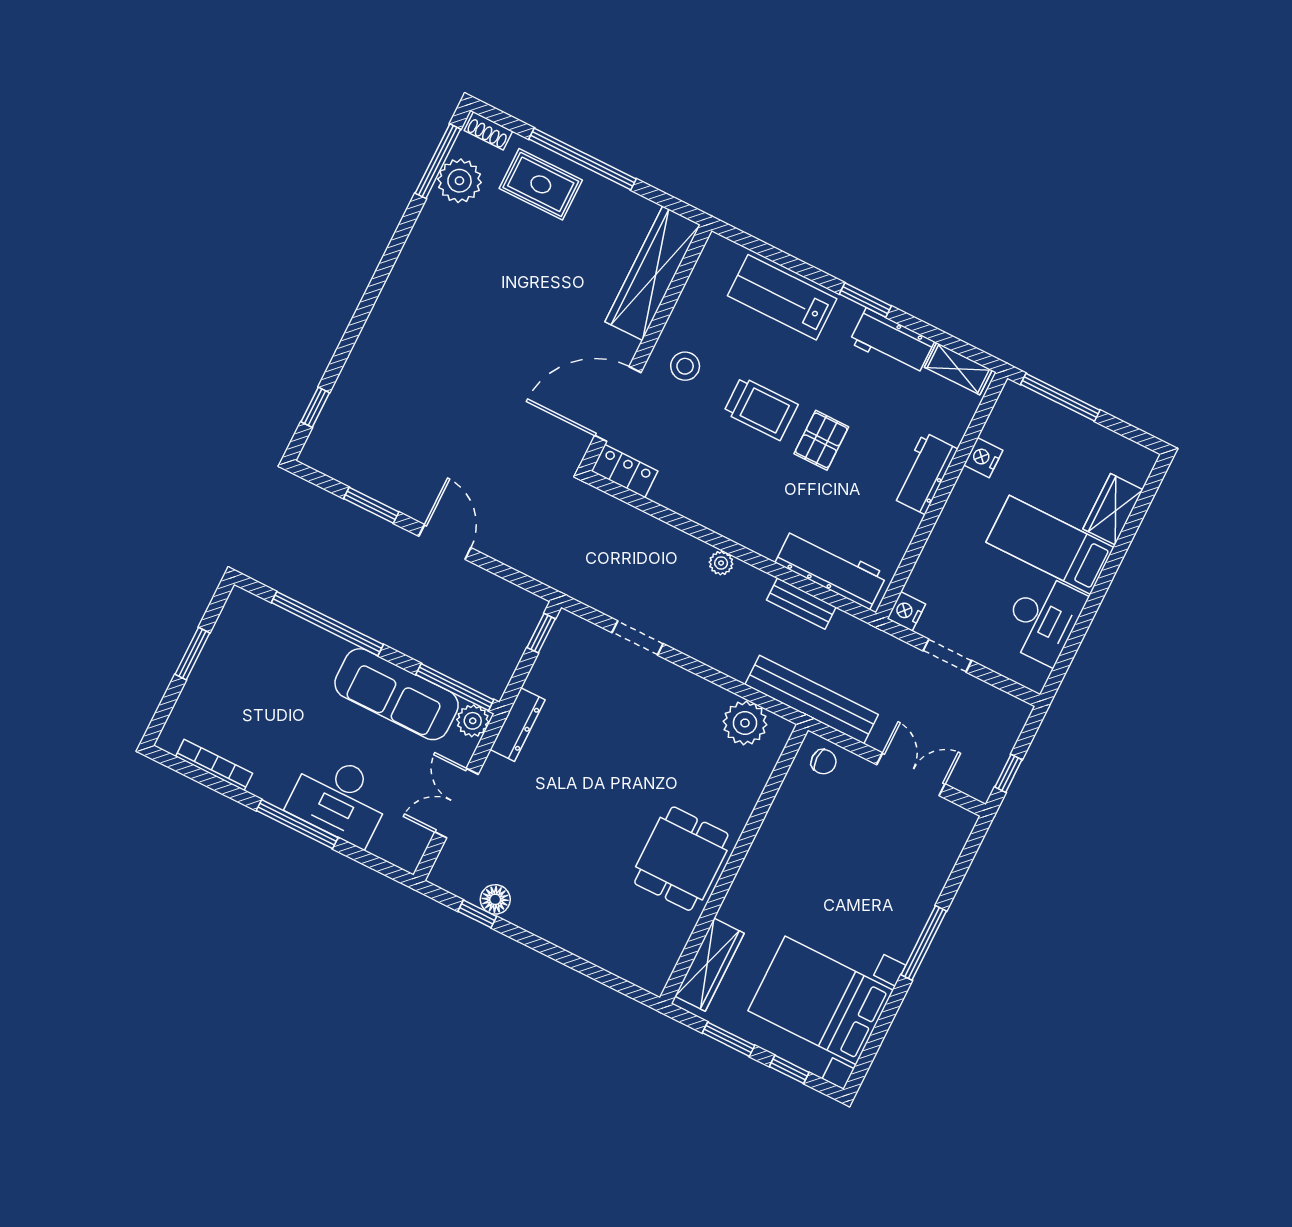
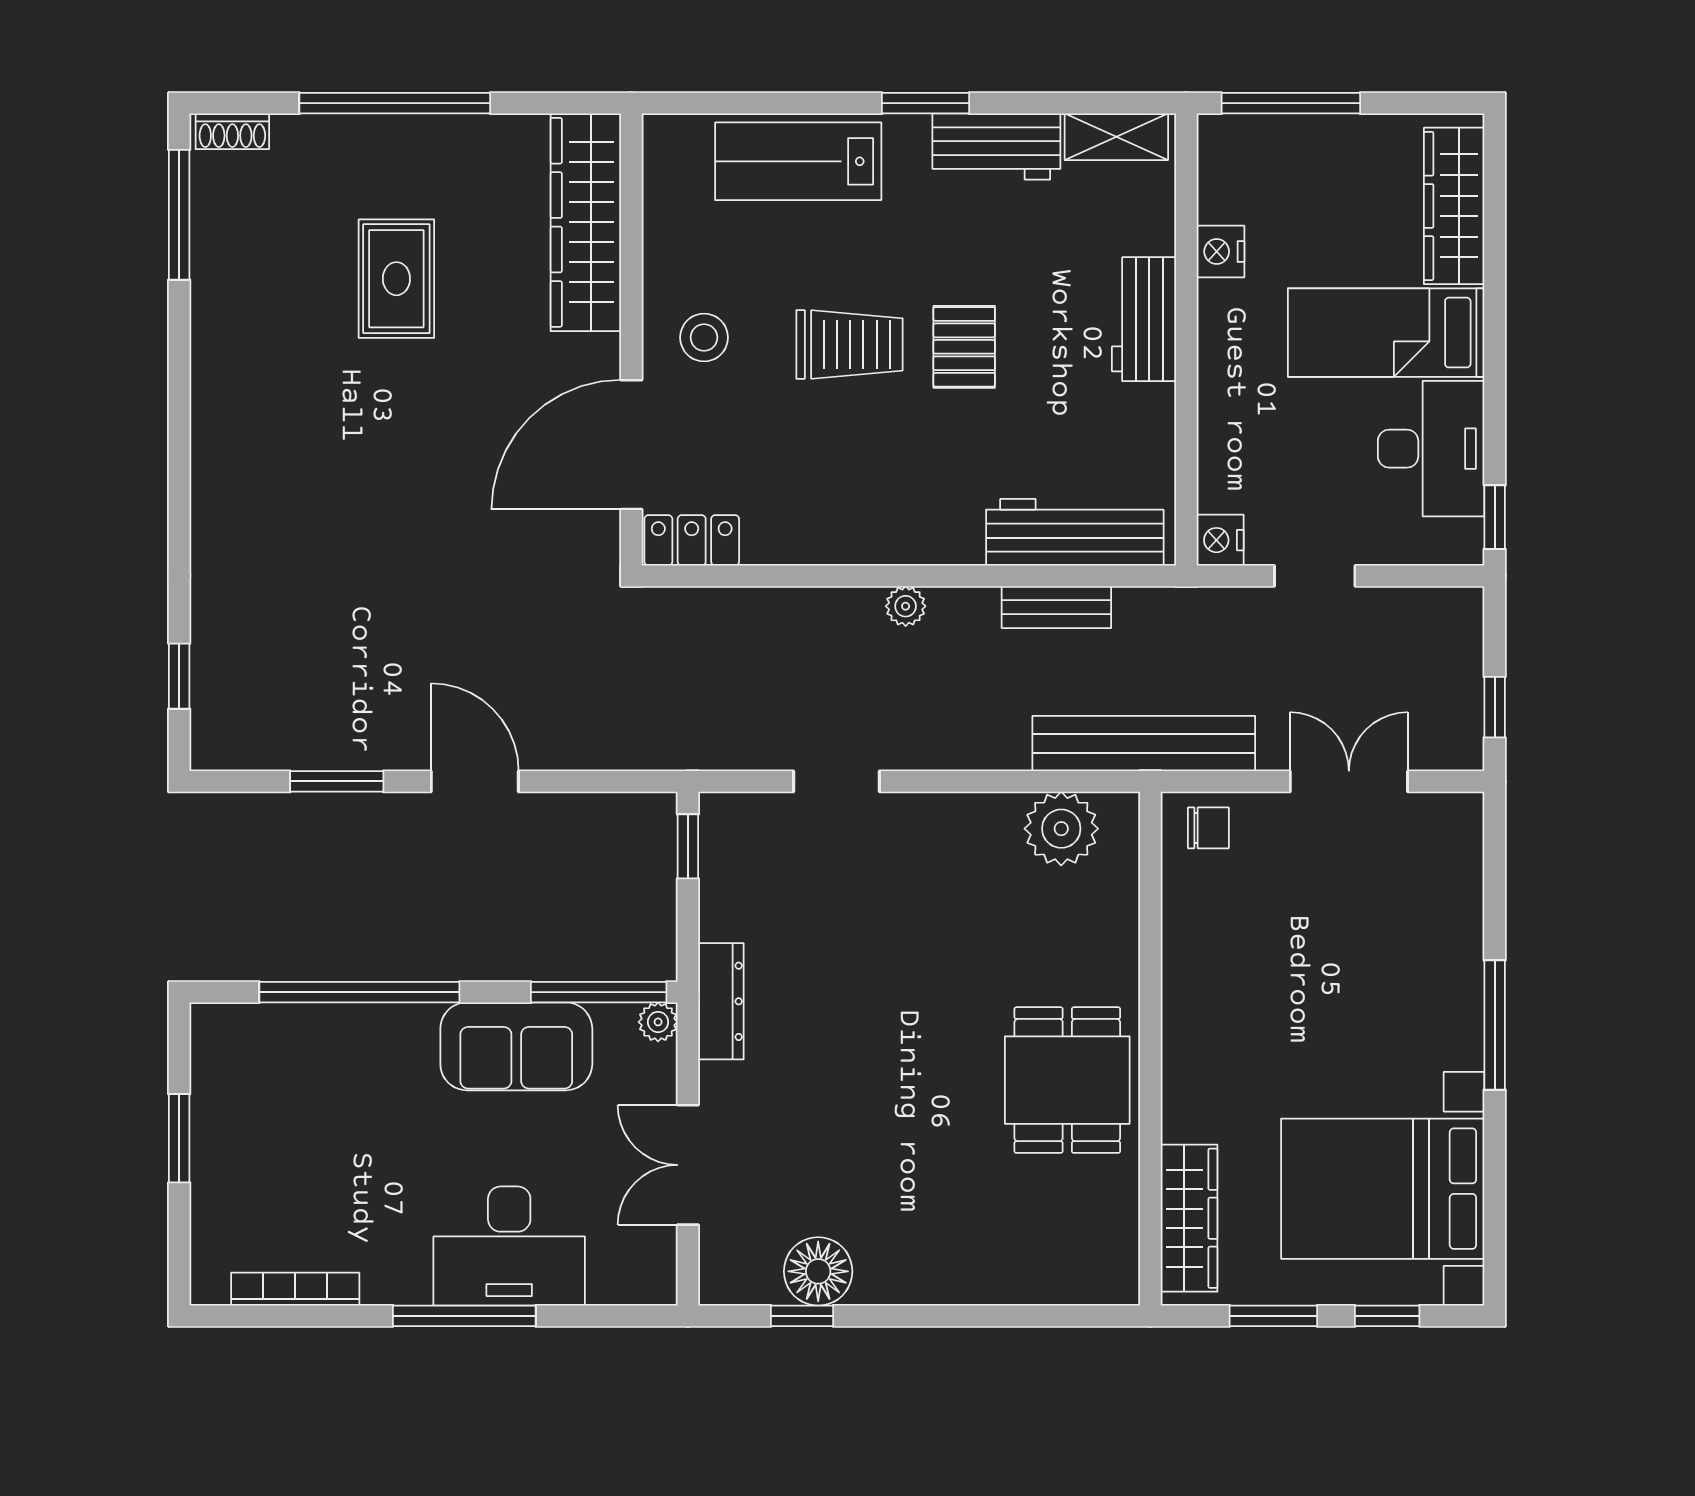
plant: (459, 181) -> (226, 228), removed
rug: (541, 184) -> (396, 279), moved, turned 90
wardrobe: (1113, 509) -> (1454, 206), width x1.50
window: (1059, 672) -> (1495, 517), added
sofa: (397, 694) -> (516, 1046), width x0.73
plant: (473, 721) -> (658, 1022), width x0.73, depth x0.73
floor lamp: (495, 899) -> (818, 1271), width x1.38, depth x1.38

